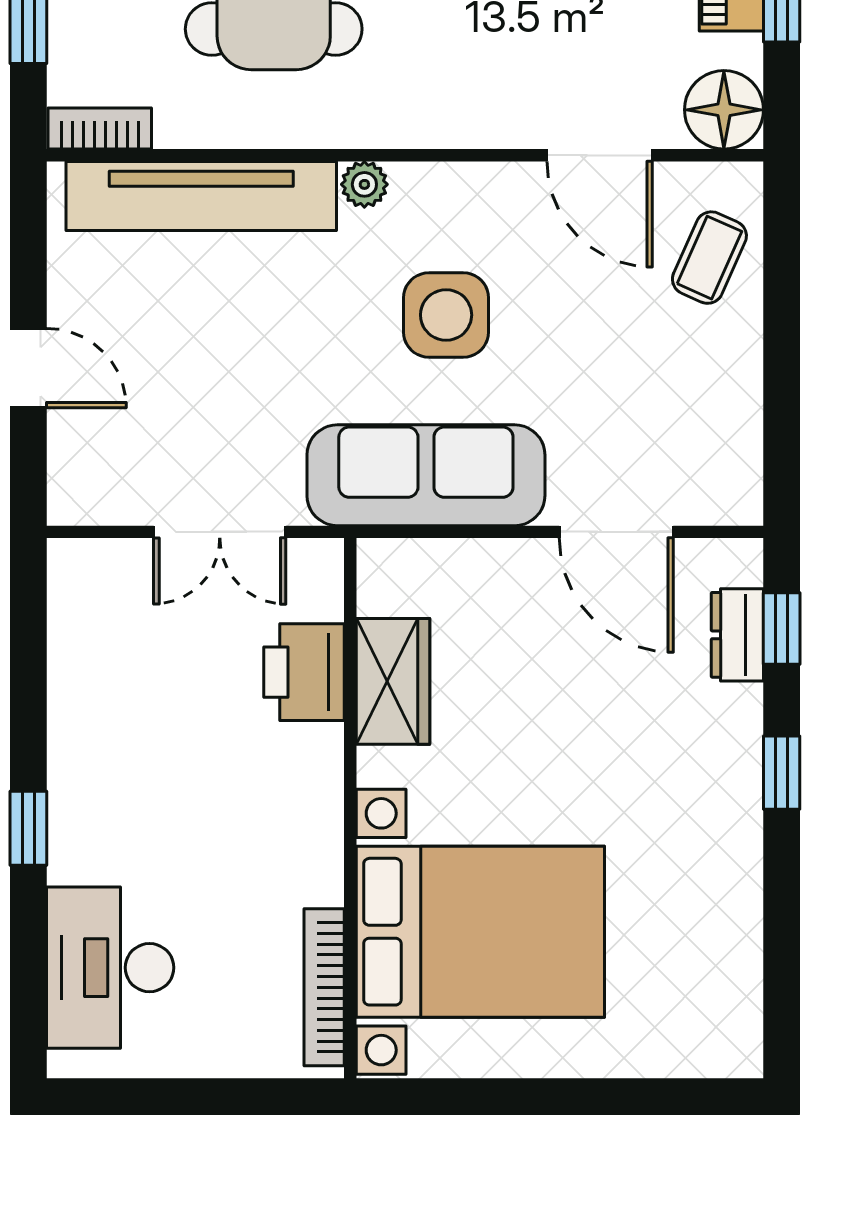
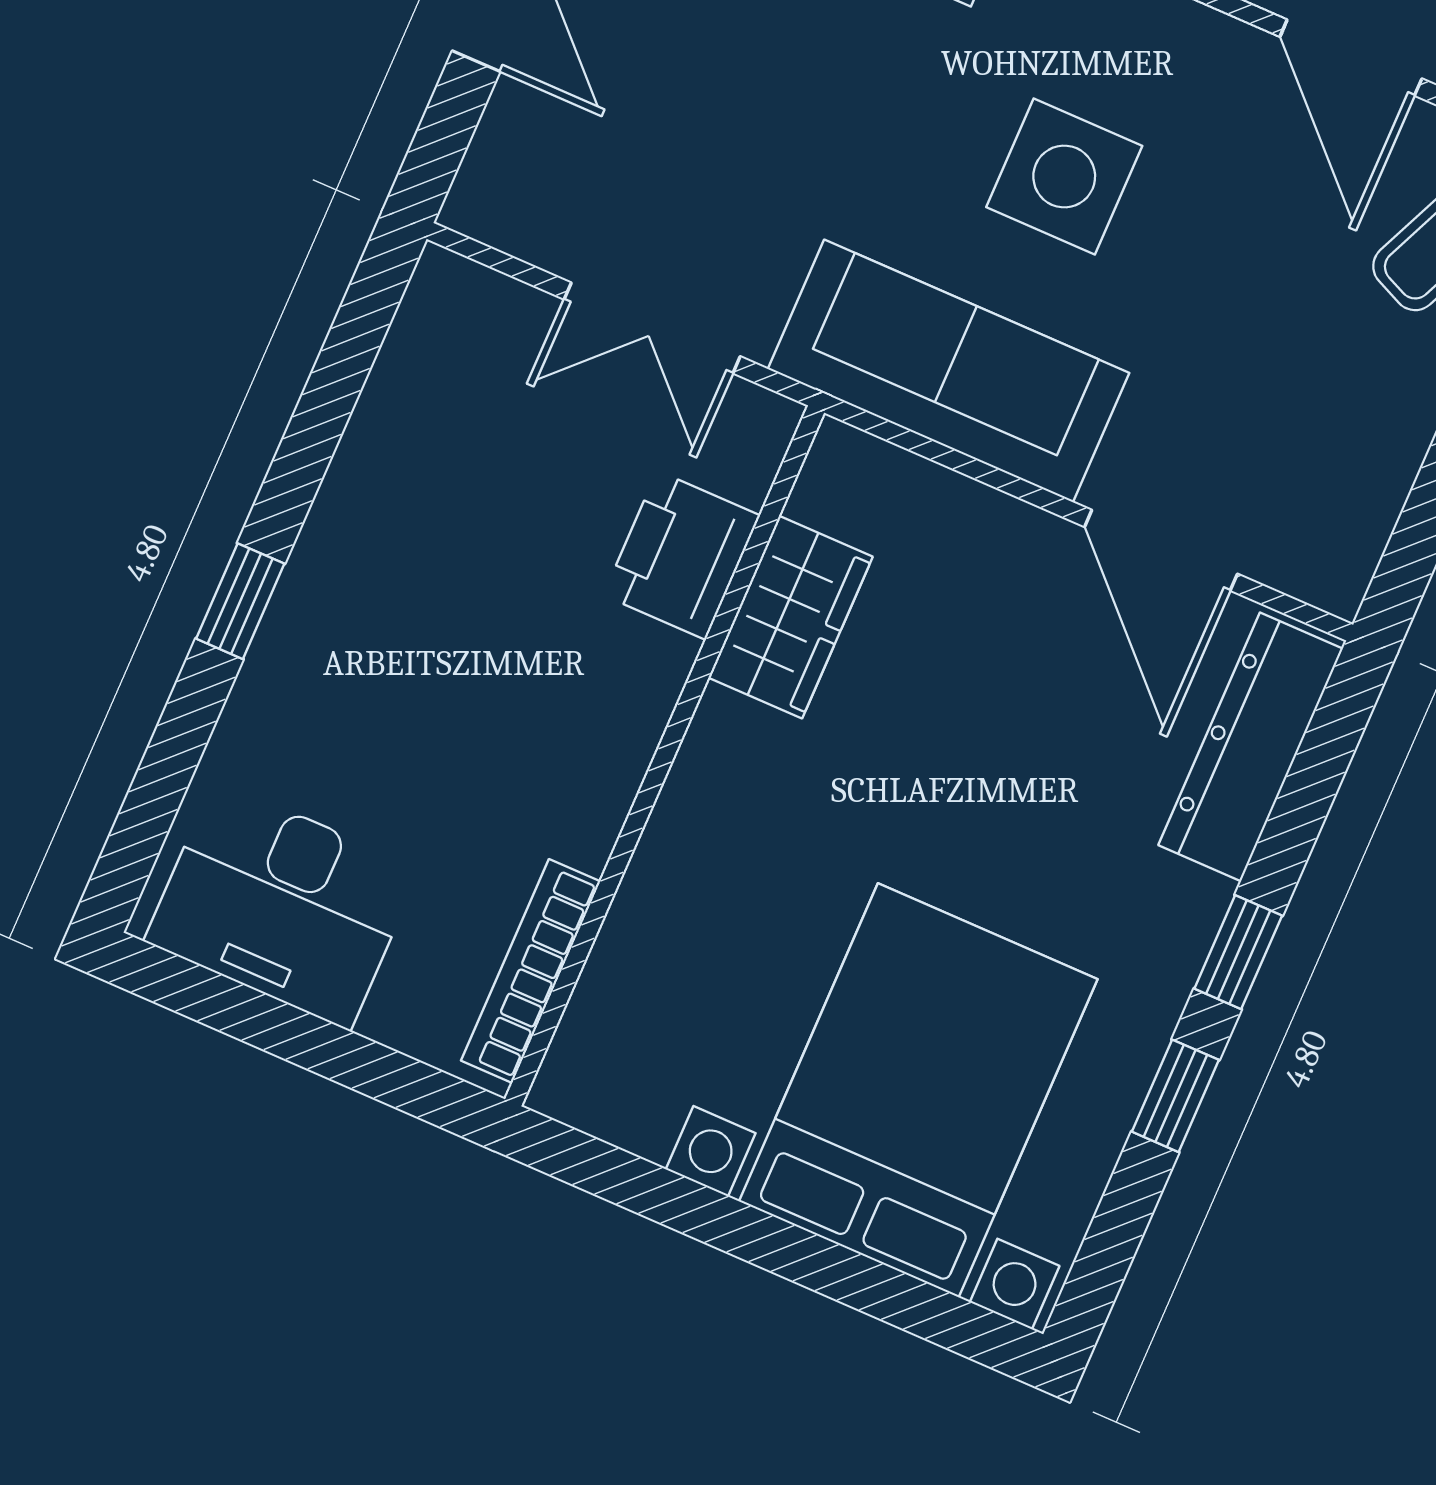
window: (782, 628) -> (1175, 1096), moved
dresser: (737, 635) -> (1251, 747), width x1.96, depth x1.24
bed with nightstands: (480, 932) -> (918, 1090), moved, turned -90
desk: (110, 968) -> (282, 905), moved, turned -90

